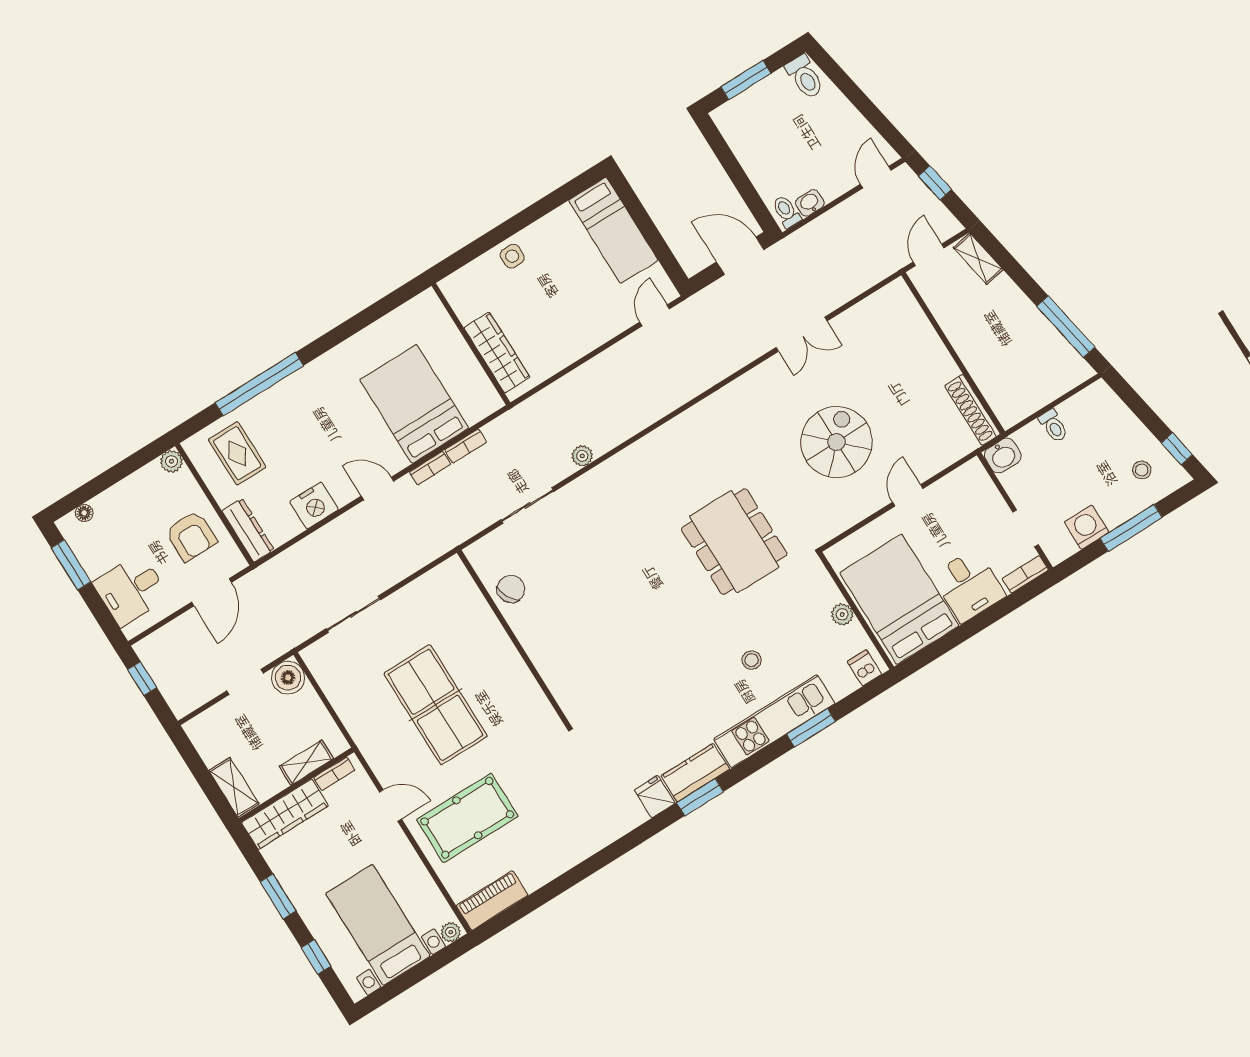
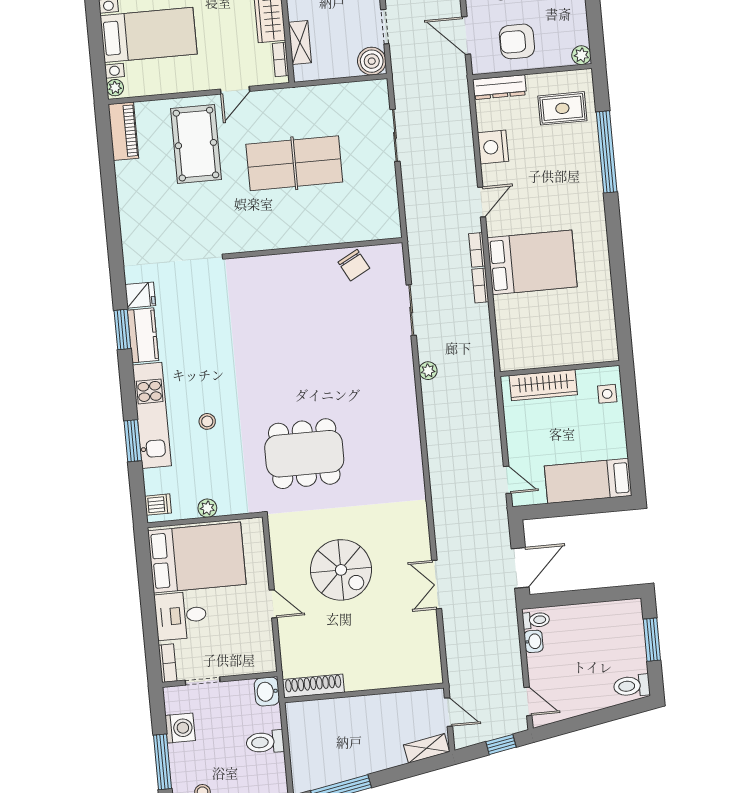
wall: (471, 344) -> (560, 369), moved
wardrobe: (497, 353) -> (543, 385), moved
toilet: (1053, 426) -> (265, 742), width x1.37, depth x1.39

